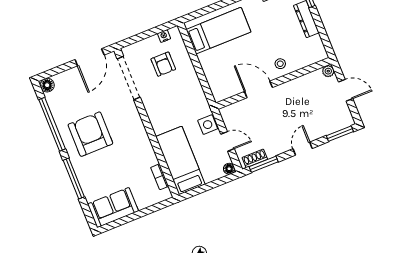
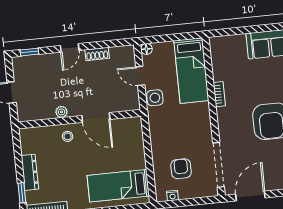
plant: (328, 71) -> (61, 112), moved
window: (340, 134) -> (29, 52), width x0.67
shoe rack: (255, 158) -> (97, 54), moved
window: (264, 164) -> (112, 44), removed
bookcase: (160, 177) -> (219, 94), moved

